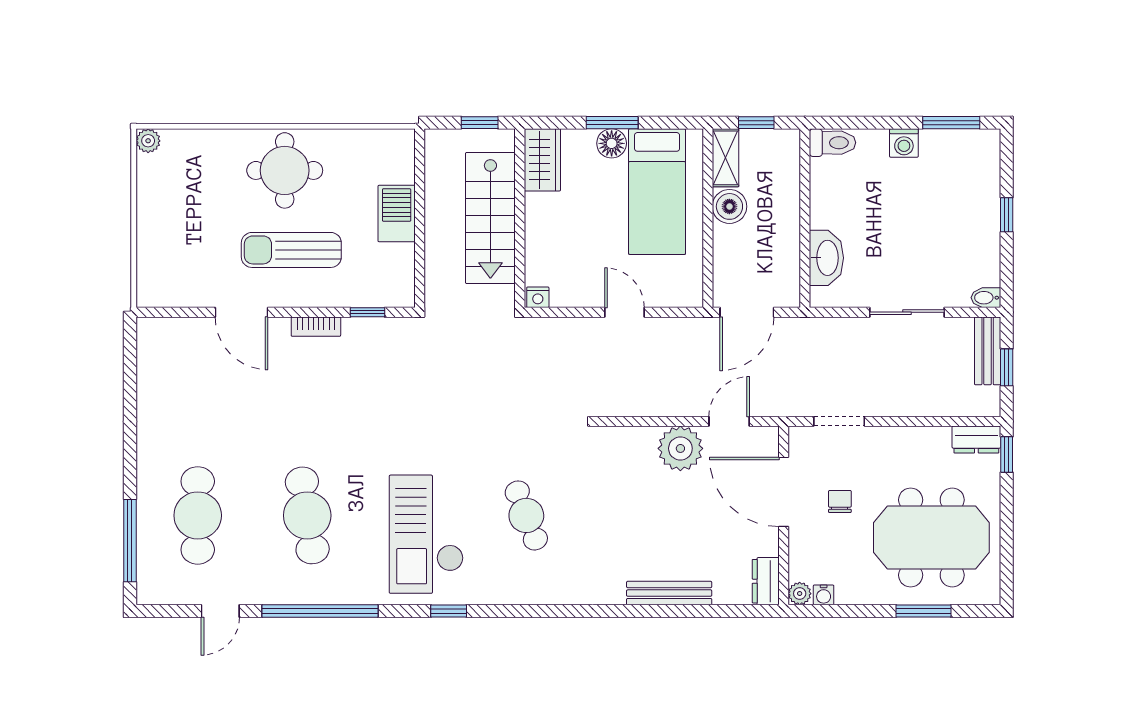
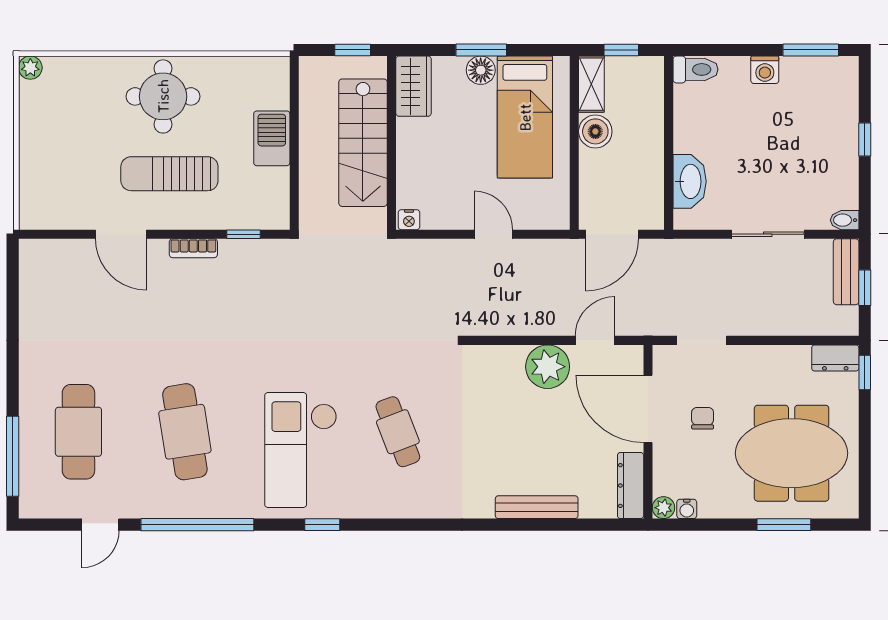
dresser: (766, 581) -> (631, 486), width x1.44

